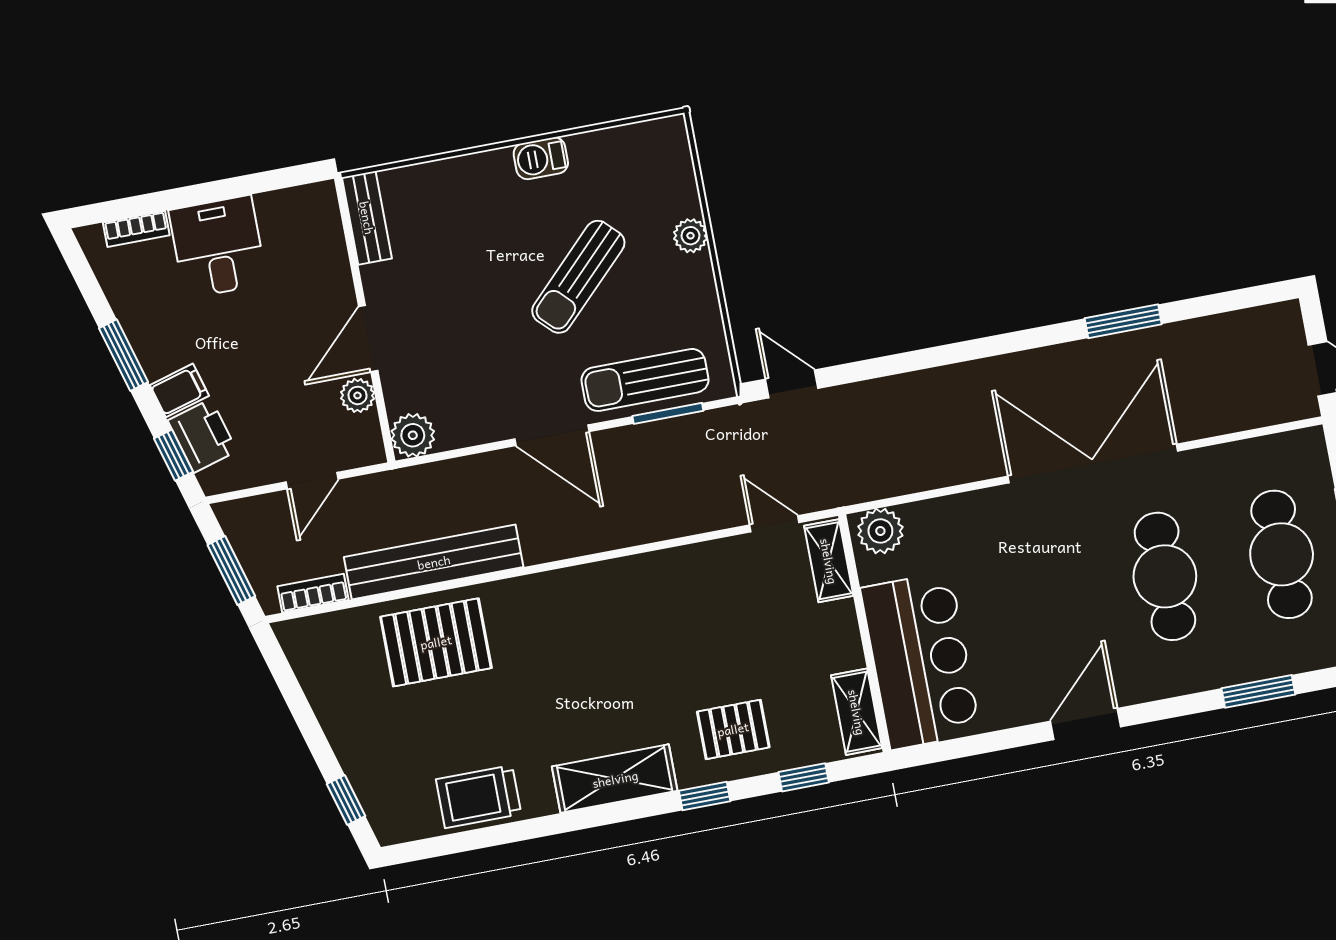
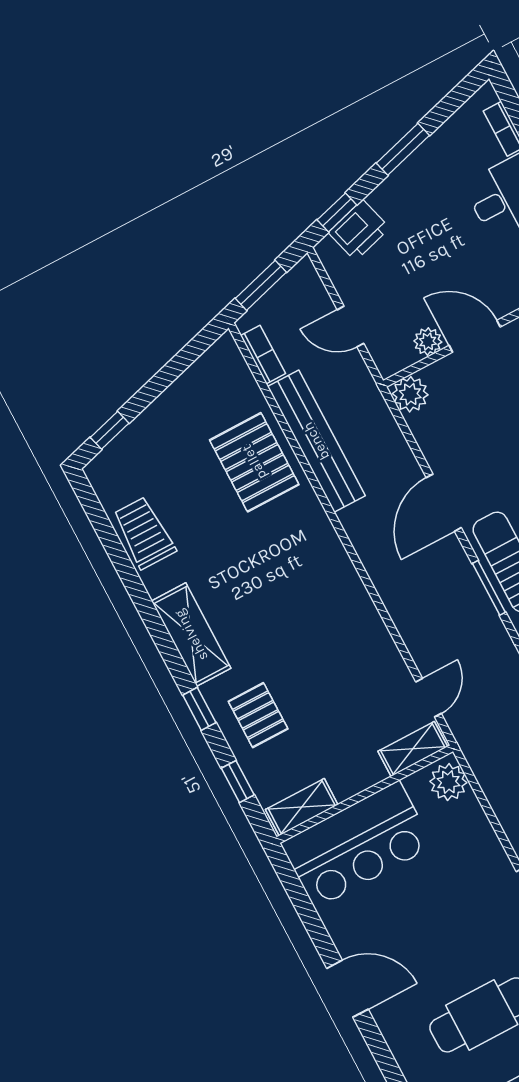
filing cabinet: (179, 390) -> (389, 201), removed

